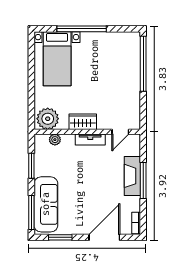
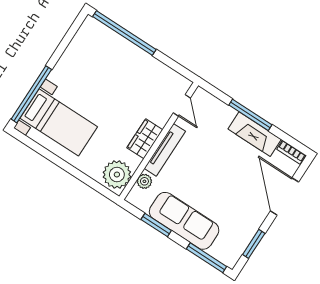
window: (82, 29) -> (31, 94), moved
tv unit: (90, 140) -> (165, 150), width x1.41
fireplace: (132, 176) -> (255, 134), moved
sofa: (46, 204) -> (184, 221), moved

